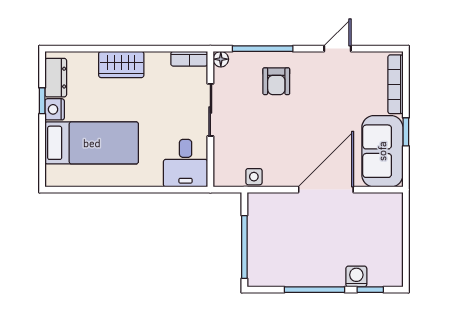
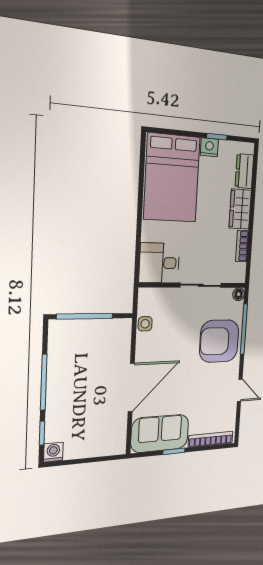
bookcase: (189, 59) -> (242, 246), moved
dresser: (56, 78) -> (244, 171), moved, turned 90
armchair: (276, 81) -> (219, 341), width x1.88, depth x1.88
bed: (92, 143) -> (172, 178), width x1.50
door: (326, 190) -> (131, 387), hinge flipped
washing machine: (356, 276) -> (53, 452), moved, turned -90

